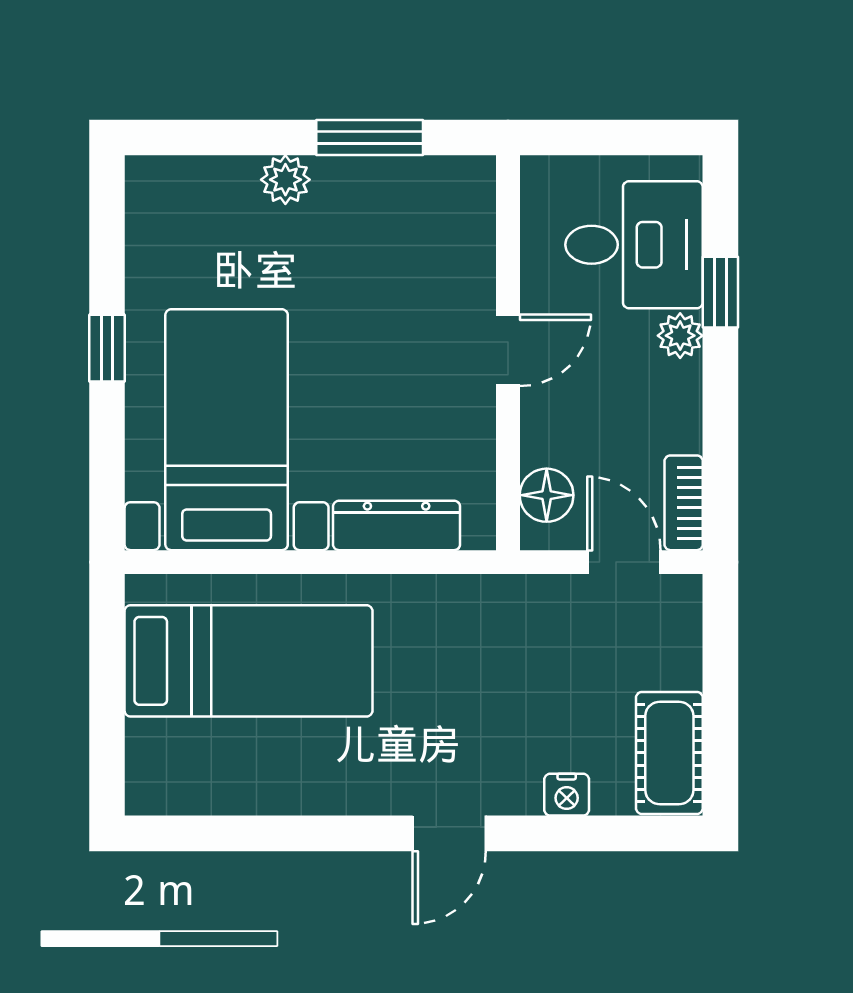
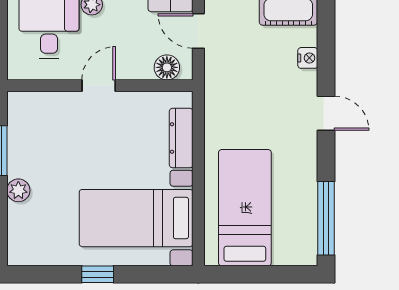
door: (508, 350) -> (99, 86), hinge flipped
door: (624, 562) -> (198, 31), hinge flipped
window: (226, 833) -> (326, 218), added

